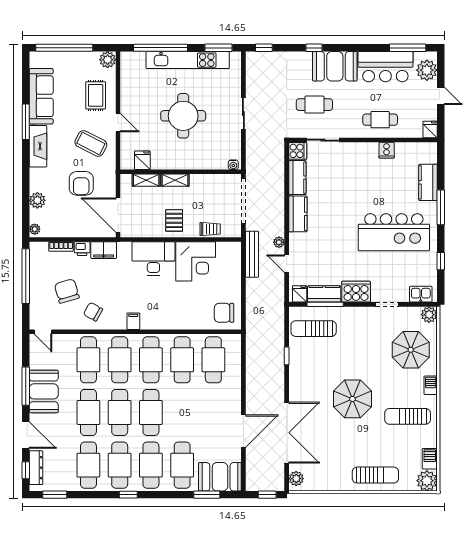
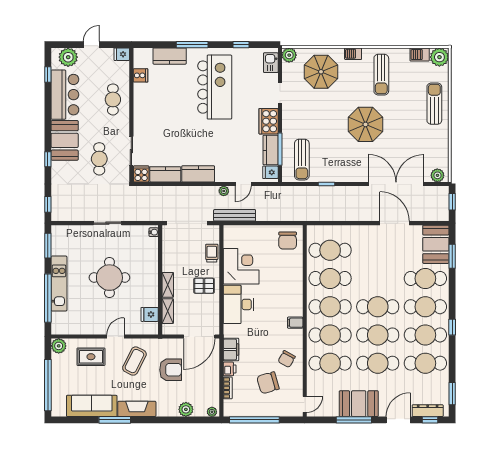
window: (408, 48) -> (48, 75), width x0.46
kitchen unit: (188, 60) -> (59, 284), width x0.73
cooker: (387, 150) -> (141, 75), moved

